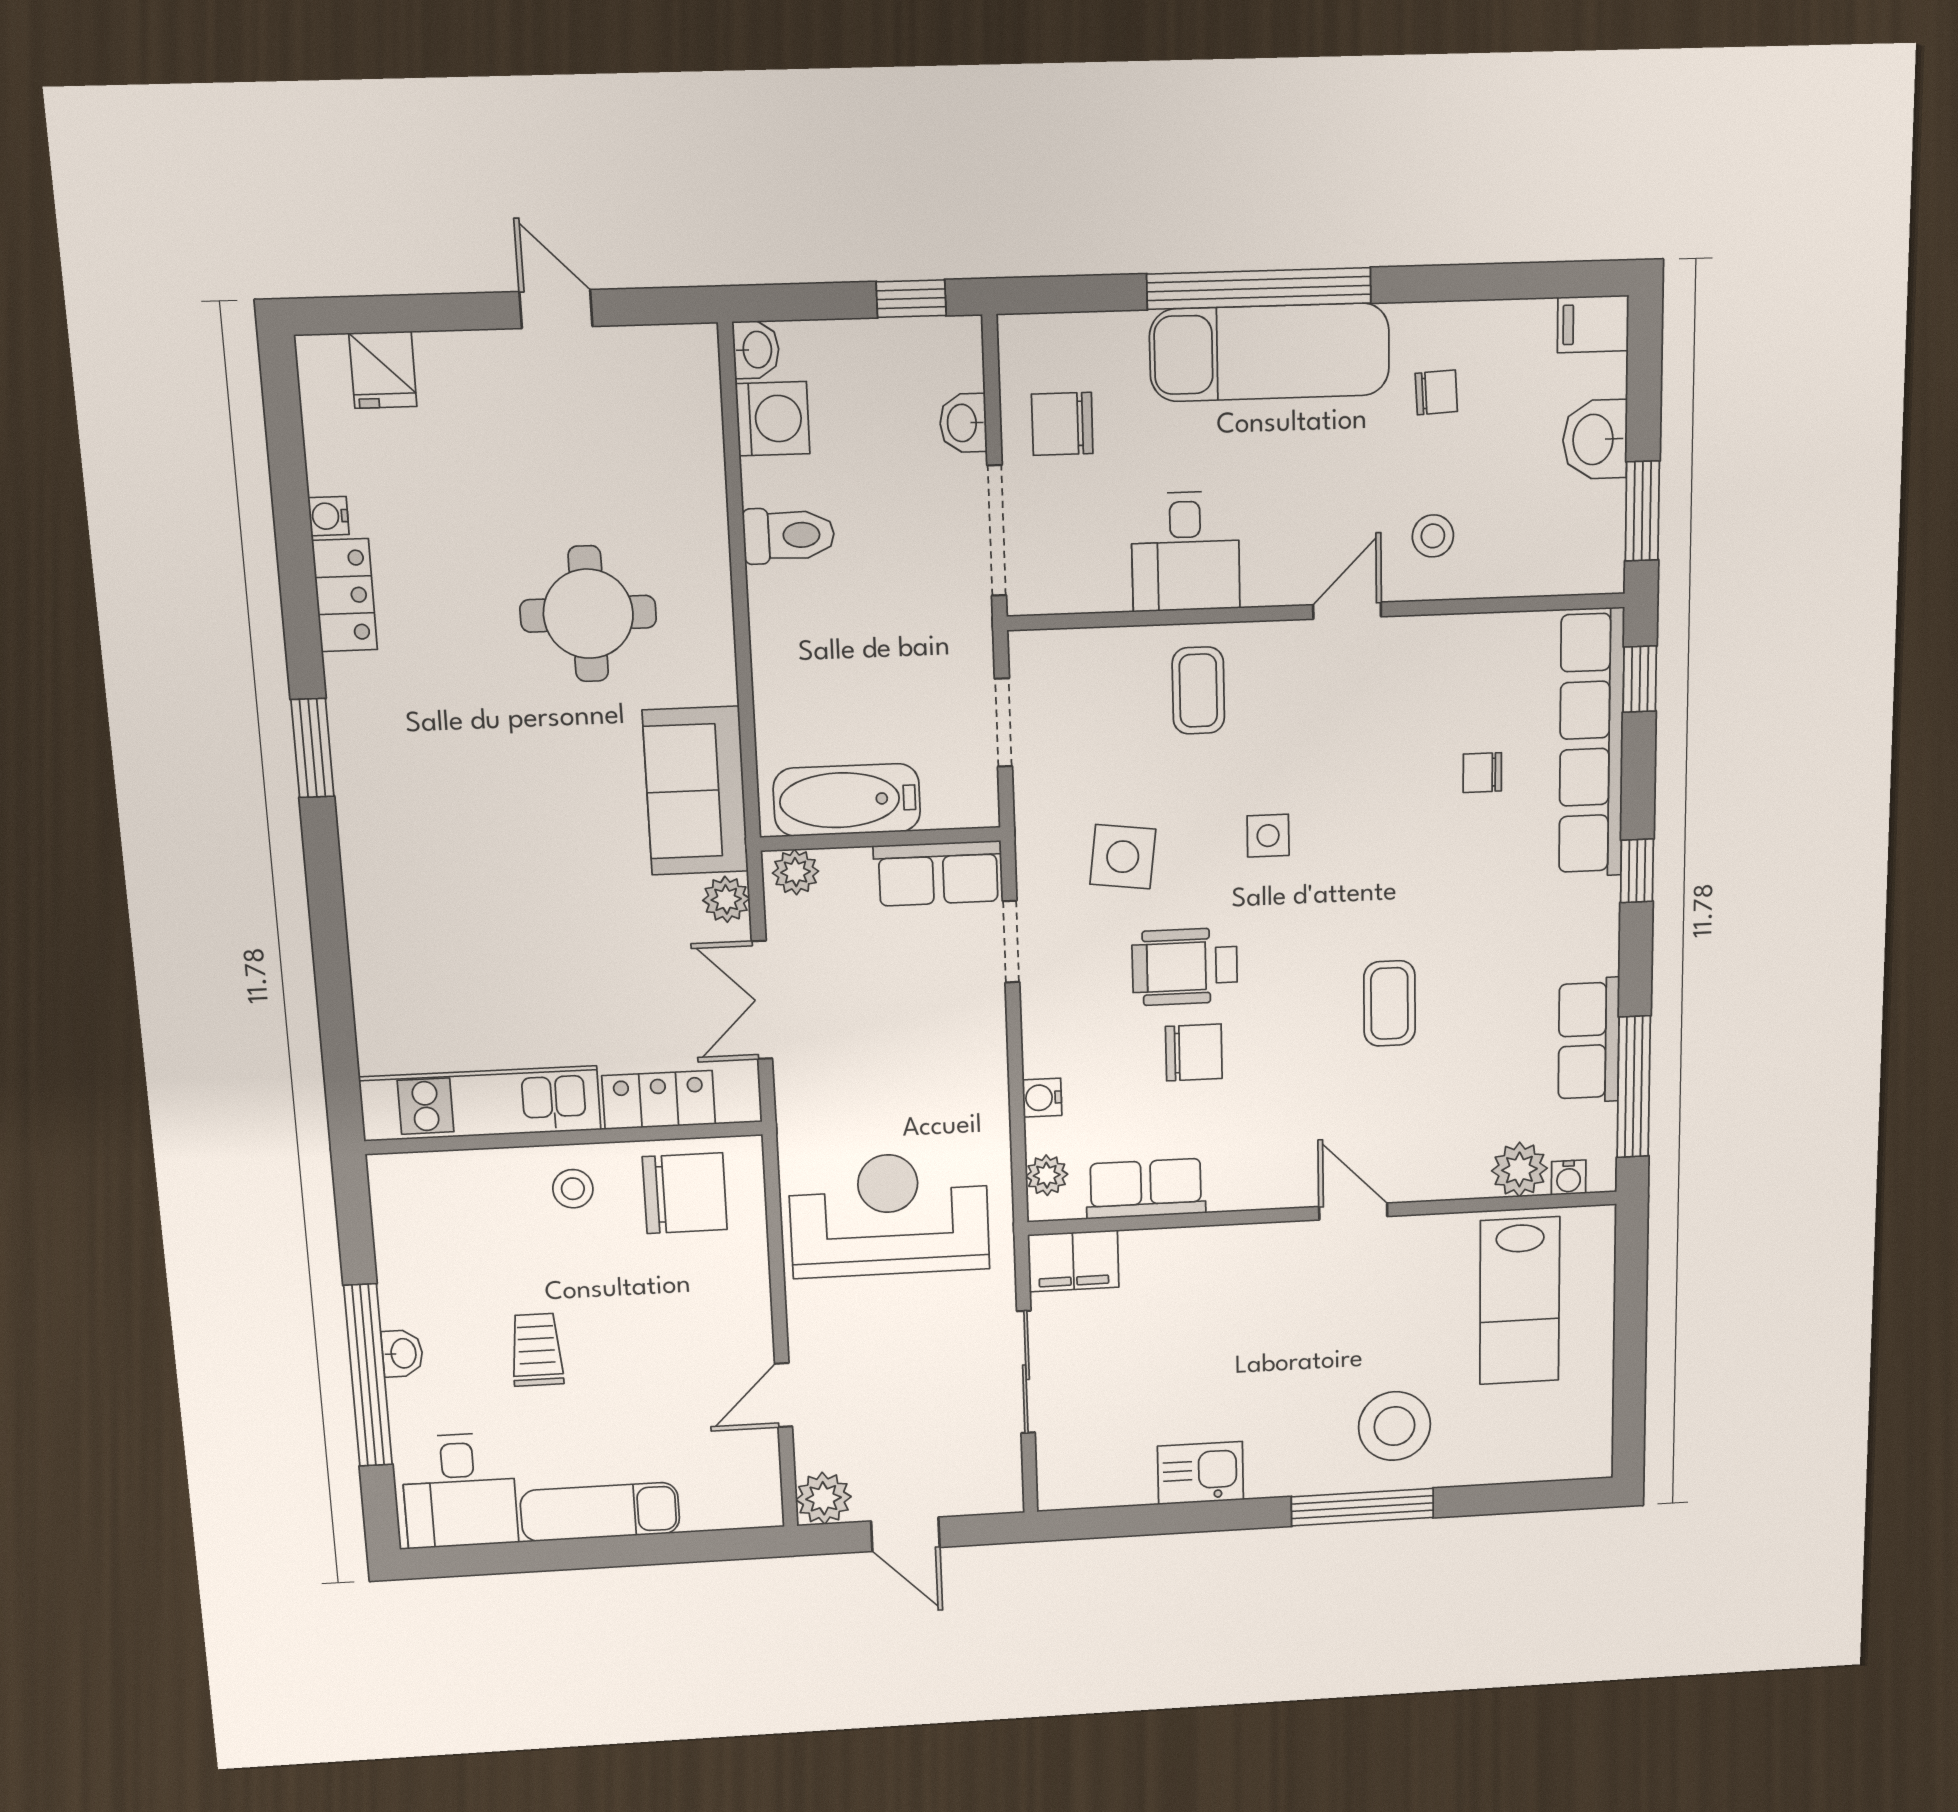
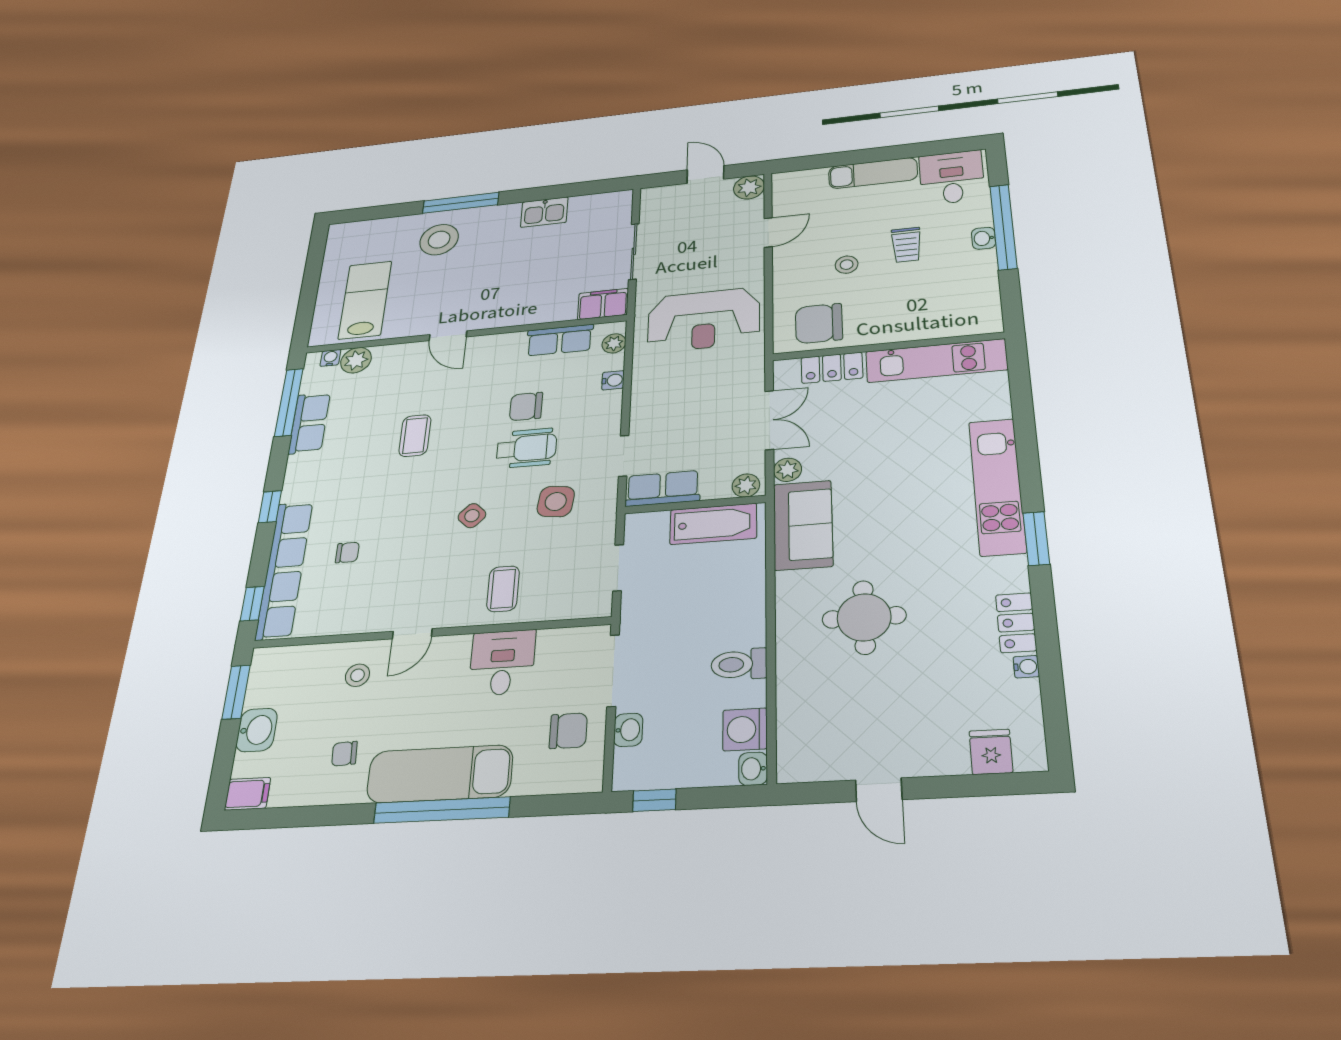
side table: (1268, 836) -> (472, 516), turned 45
kitchen unit: (376, 850) -> (997, 486), added
stool: (573, 1189) -> (847, 265), moved

